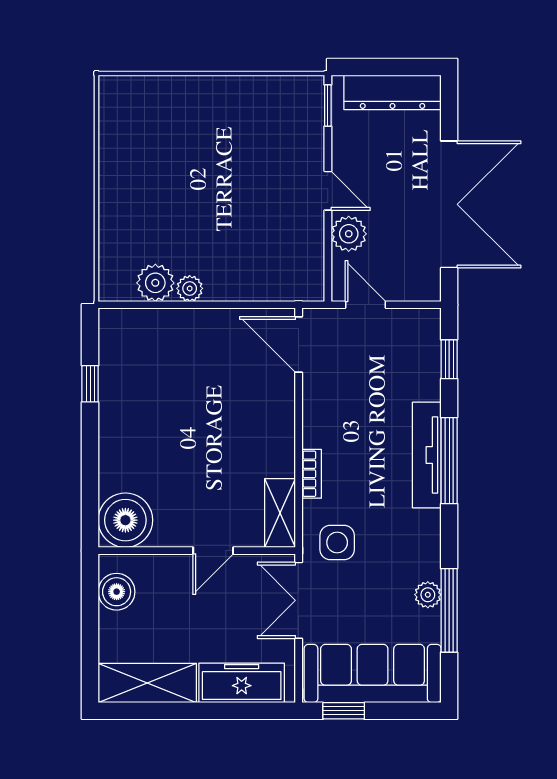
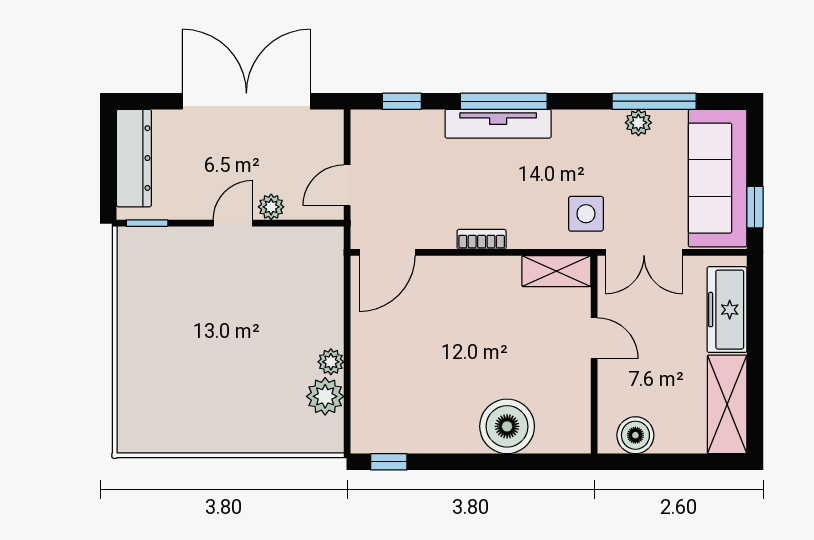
plant: (349, 234) -> (271, 207), width x0.73, depth x0.73
window: (90, 384) -> (389, 462), moved
bookcase: (312, 474) -> (482, 239), moved
boiler: (125, 520) -> (507, 426), moved

